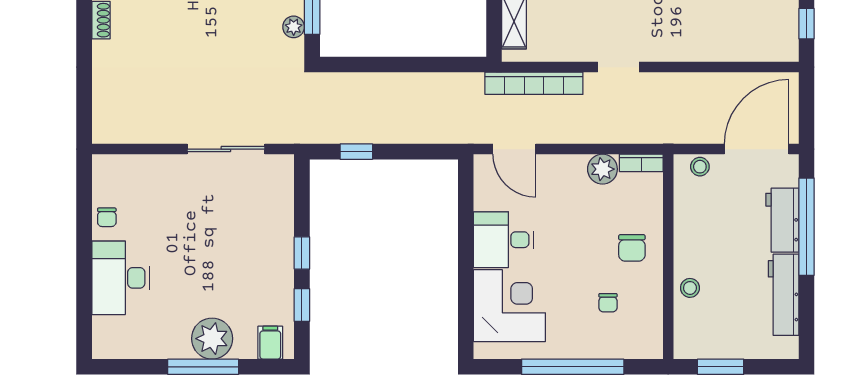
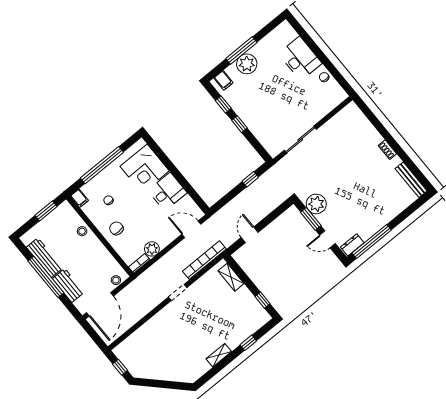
plant: (294, 27) -> (316, 204), width x1.88, depth x1.88
door: (429, 65) -> (250, 235), added
window: (807, 227) -> (46, 277), moved
filing cabinet: (651, 344) -> (79, 198), added

